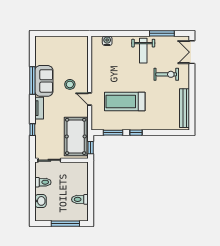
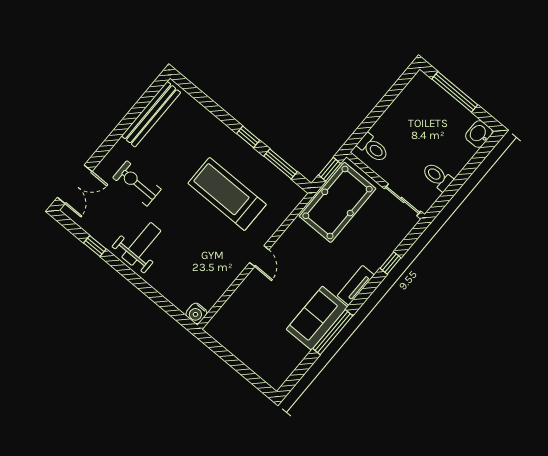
window: (162, 33) -> (95, 246), width x0.46
water cooler: (107, 41) -> (196, 313), moved
stool: (70, 84) -> (284, 283), removed
door: (90, 99) -> (259, 256), moved
treadmill: (125, 101) -> (227, 194), turned 180
toilet: (80, 199) -> (373, 148), moved
washbasin: (40, 201) -> (479, 134), moved

